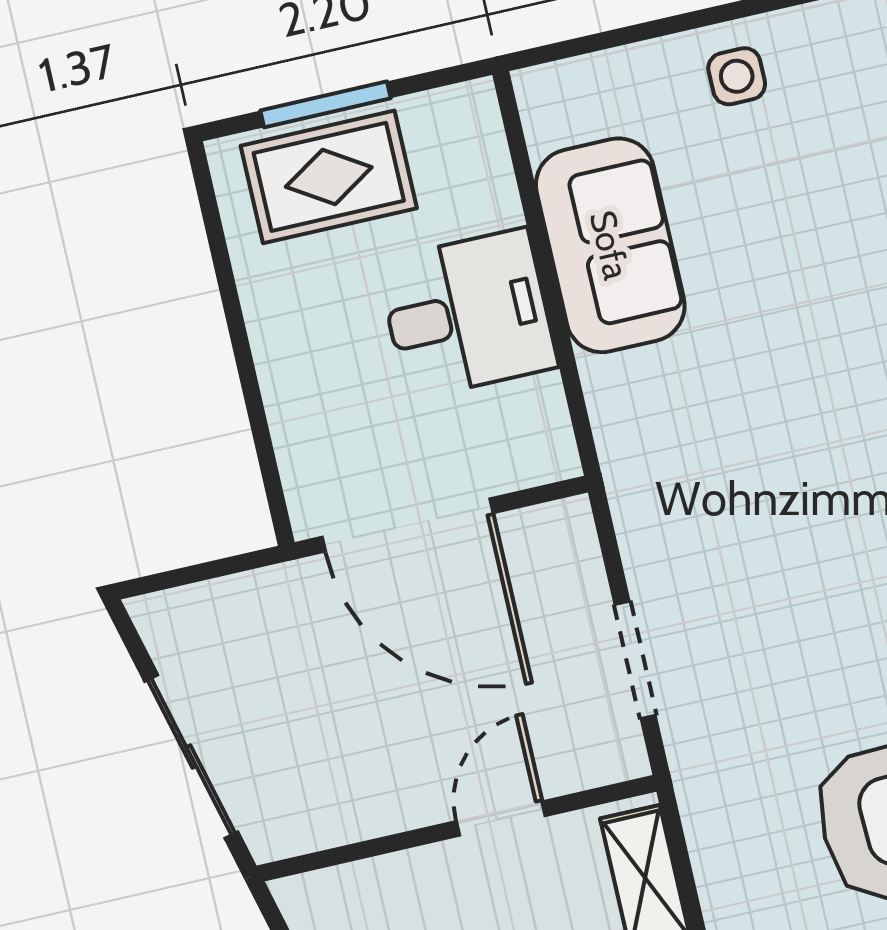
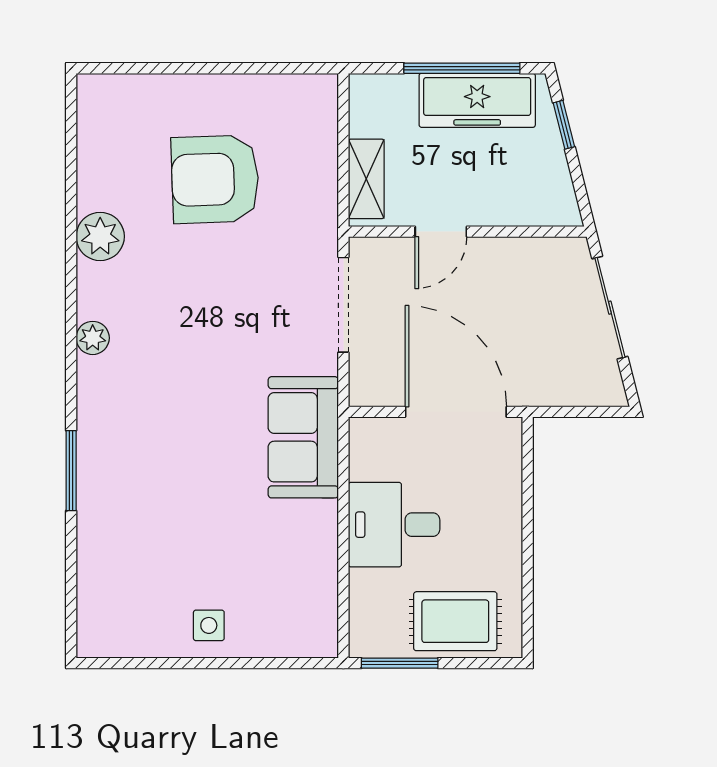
window: (326, 104) -> (400, 663), moved
sofa: (610, 245) -> (303, 437), moved
doorway: (635, 660) -> (343, 305), width x1.38

